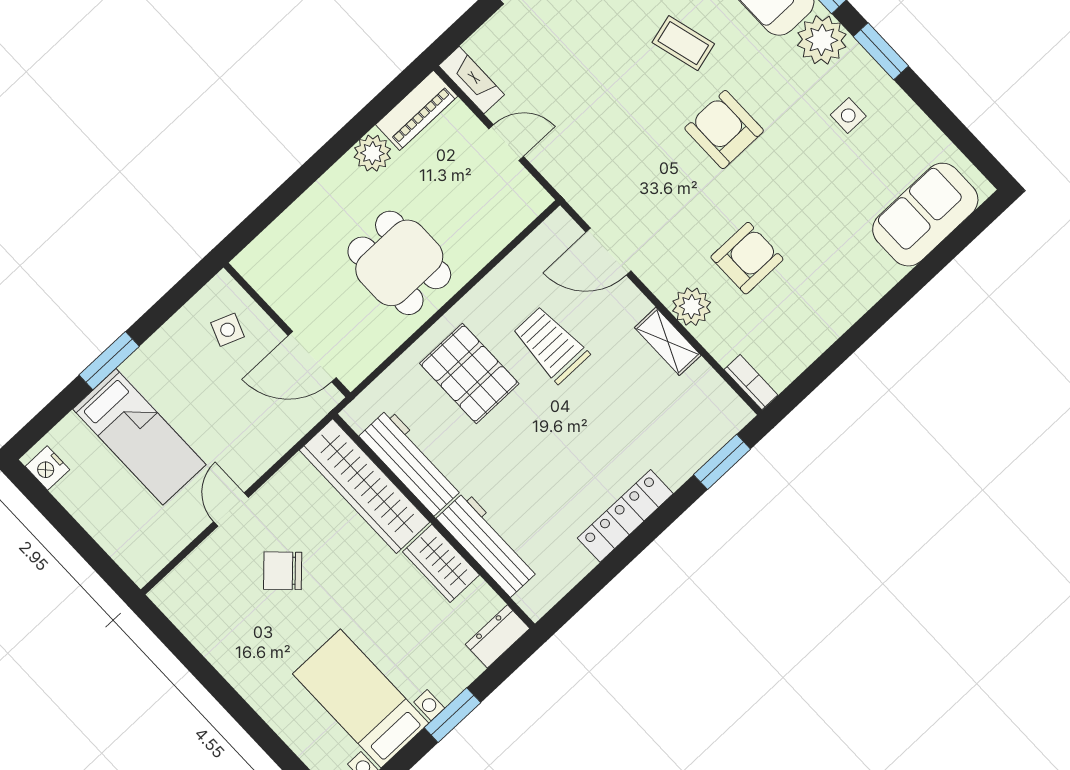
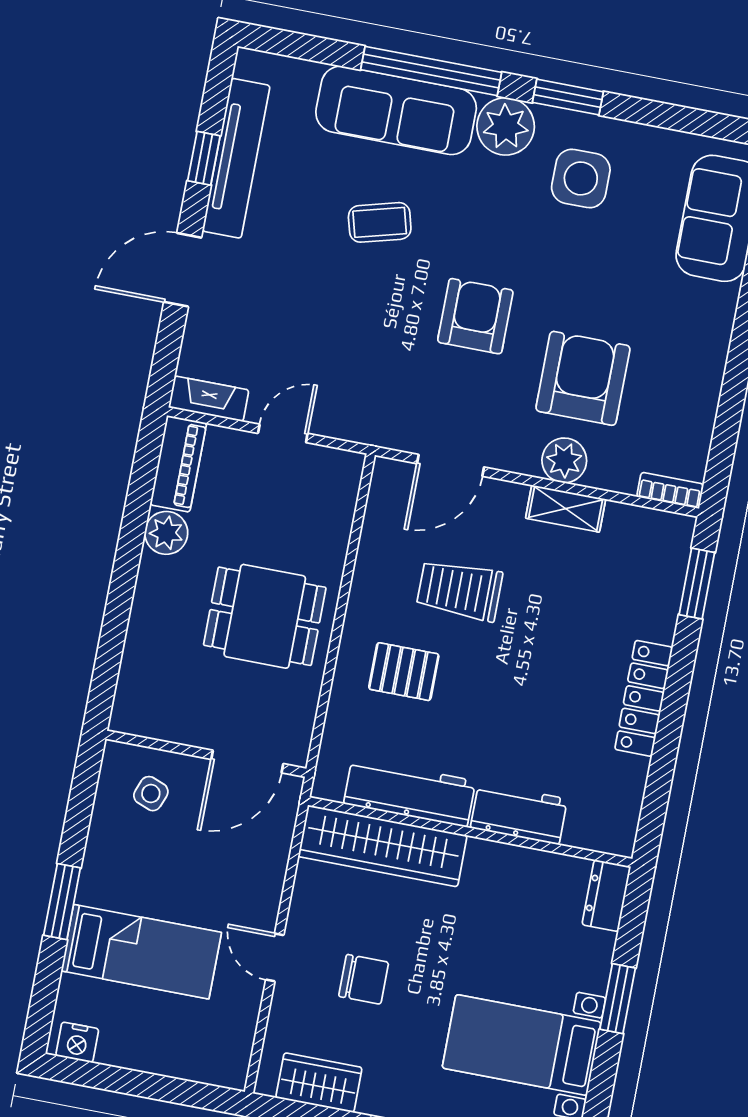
side table: (848, 115) -> (581, 178), width x1.87, depth x1.87
armchair: (724, 130) -> (475, 316), moved, turned 90
armchair: (747, 258) -> (583, 378), width x1.36, depth x1.36
pallet: (469, 374) -> (404, 672), width x0.67, depth x0.71
workbench: (488, 544) -> (519, 813), width x0.73
wardrobe: (441, 563) -> (319, 1083), moved, turned 180
chair: (283, 571) -> (364, 979), turned -134

